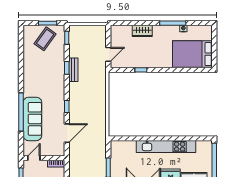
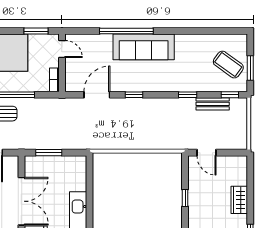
bench: (73, 70) -> (213, 104), moved
sofa: (32, 119) -> (144, 47), moved
door: (67, 133) -> (97, 95), swing flipped

